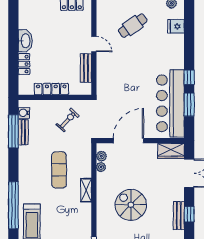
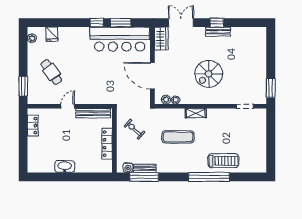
locker: (24, 64) -> (85, 168), removed
bench: (86, 68) -> (93, 113), width x1.36

